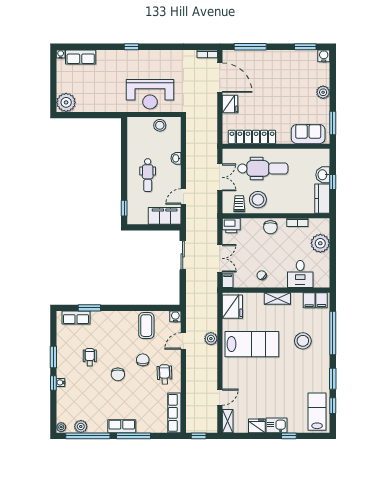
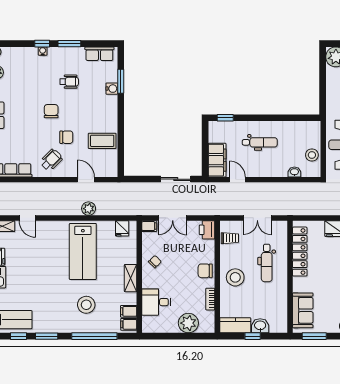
washbasin: (176, 158) -> (294, 172), moved
dental chair: (263, 168) -> (267, 263), width x0.73, depth x0.72
dental chair: (148, 175) -> (260, 142), turned 180
stool: (258, 200) -> (235, 277), moved
fridge: (232, 307) -> (122, 228), width x0.53, depth x0.75
water cooler: (175, 316) -> (112, 89), moved
row of seats: (76, 318) -> (99, 54), moved, turned -90
chair: (118, 374) -> (51, 111), turned 90
wheelchair: (165, 374) -> (51, 160), turned -43

